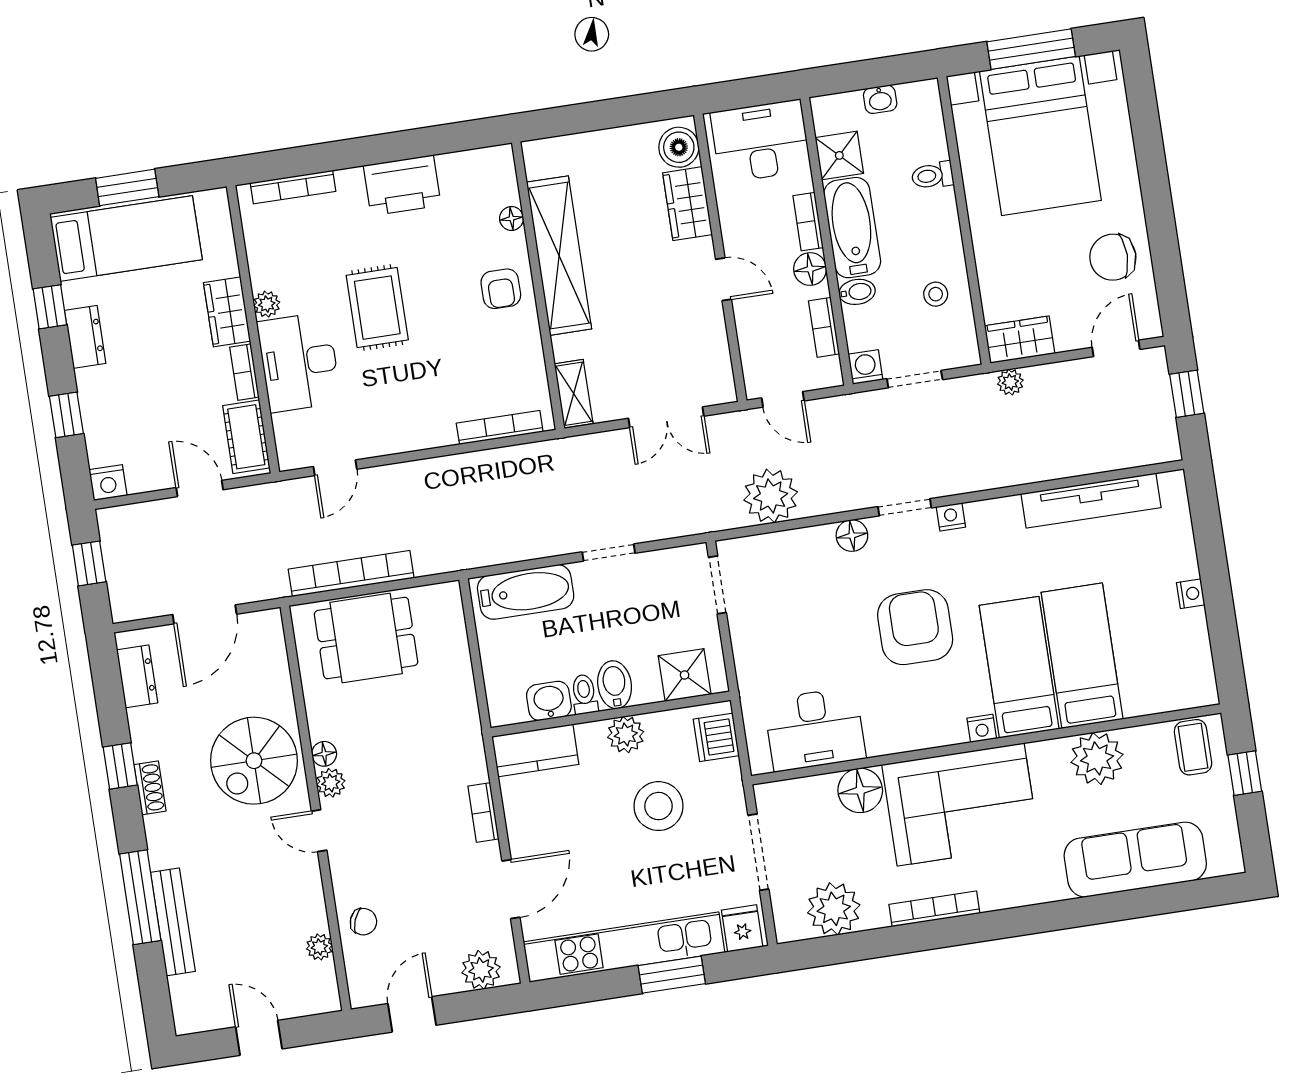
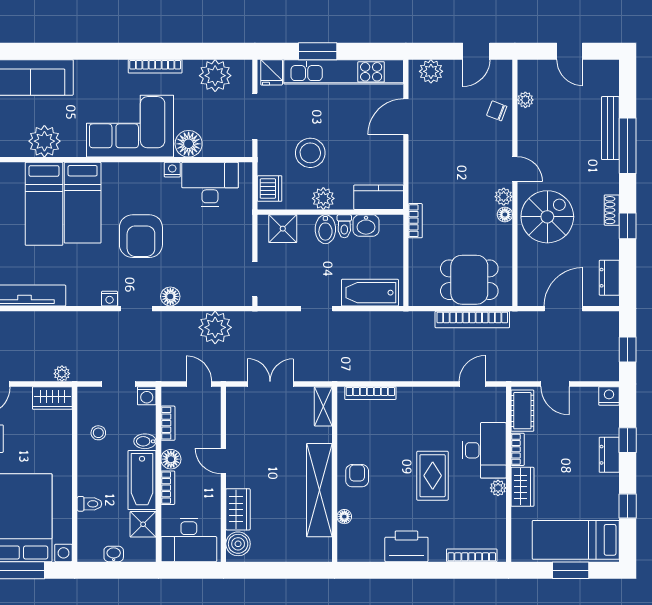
dresser: (85, 337) -> (609, 455), moved
nightstand: (982, 728) -> (172, 170), moved
bookcase: (483, 812) -> (415, 221), moved

